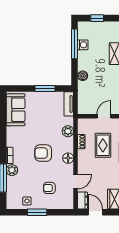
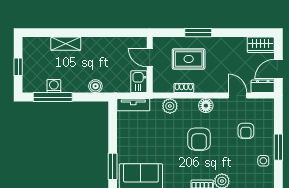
window: (45, 89) -> (113, 166), moved
kitchen sink: (86, 108) -> (139, 82), added

